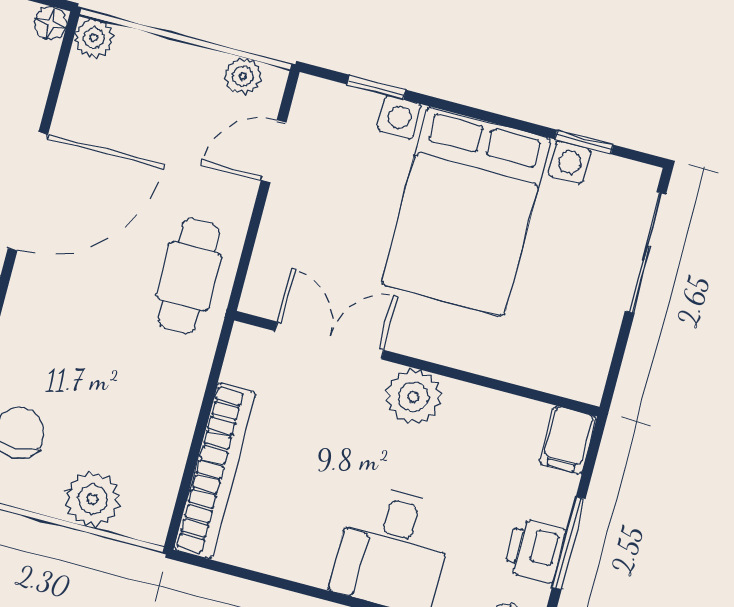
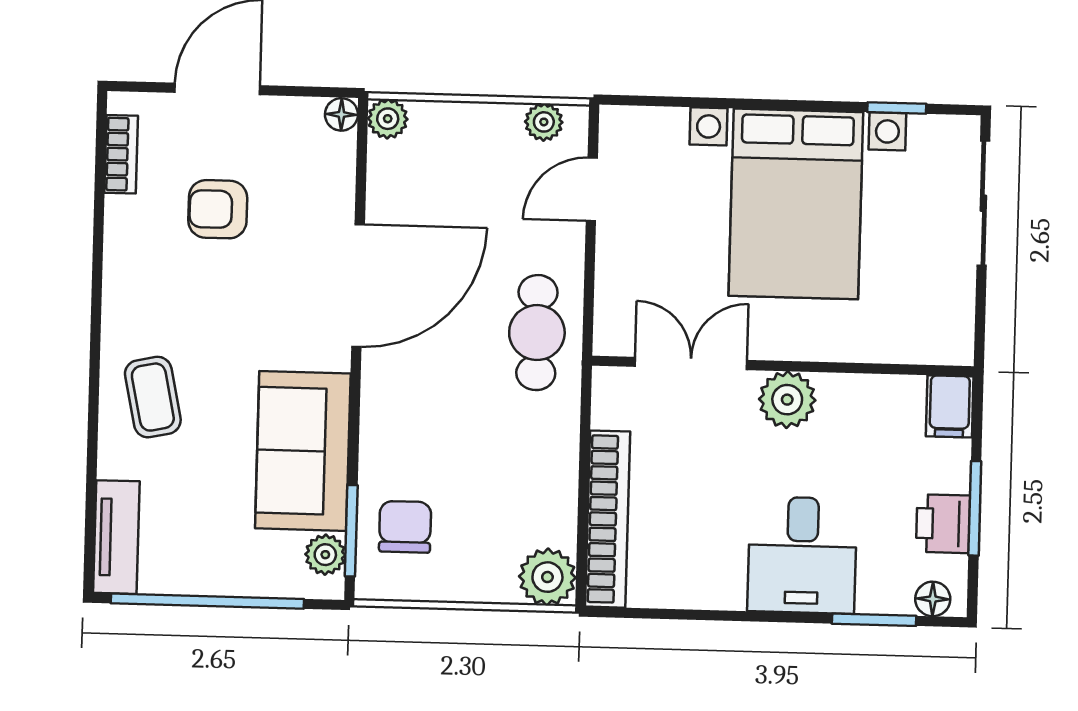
window: (376, 87) -> (679, 102), removed
plant: (93, 499) -> (547, 577), moved

